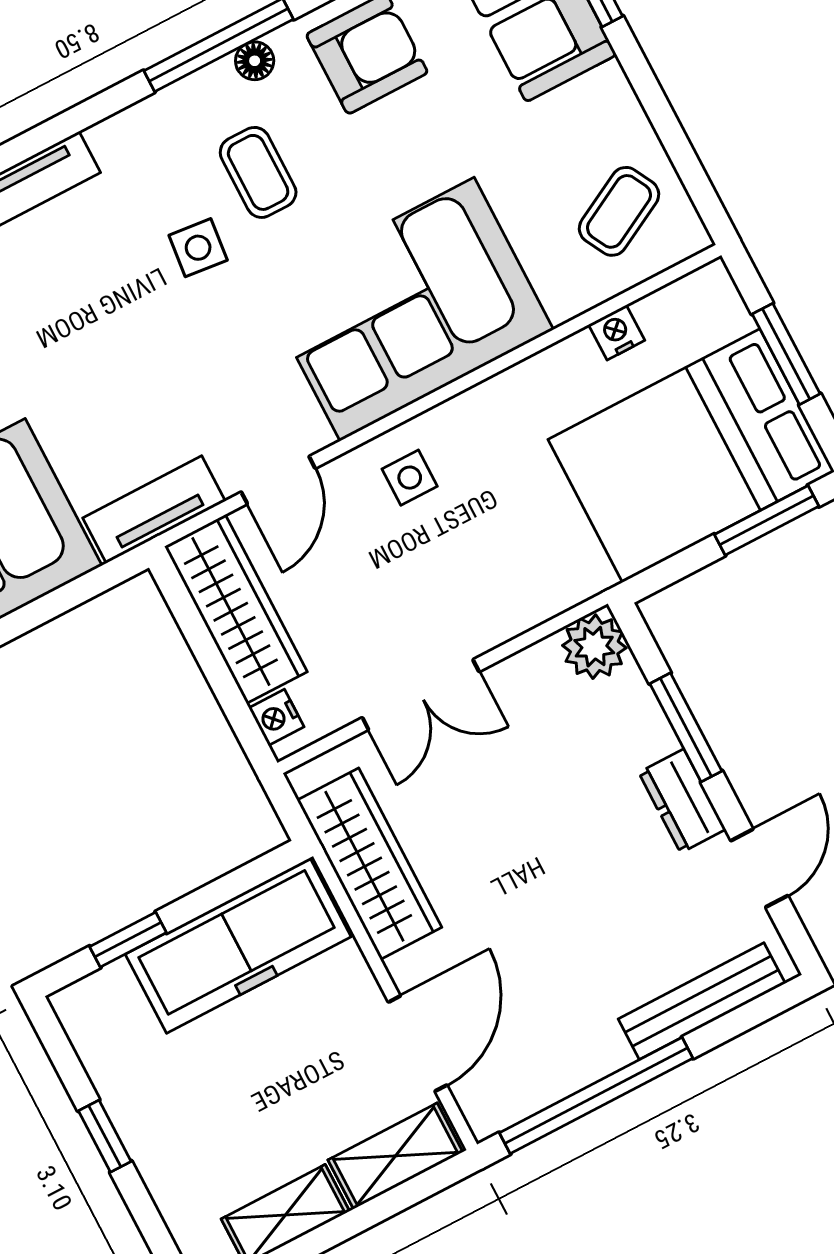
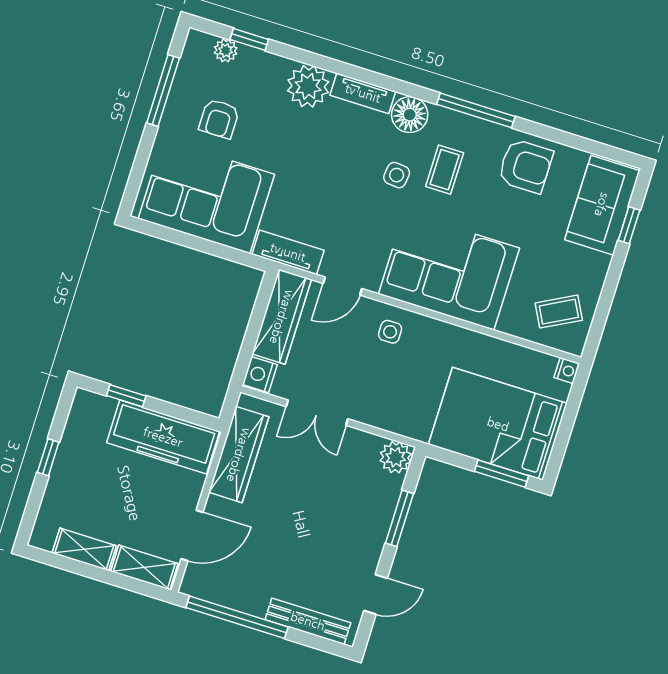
floor lamp: (255, 61) -> (410, 115), moved, width x1.89, depth x1.89
nightstand: (617, 332) -> (567, 371), moved, turned 90
window: (786, 354) -> (568, 421), removed
nightstand: (276, 717) -> (260, 375), width x1.39, depth x1.35
dresser: (682, 801) -> (372, 543), removed

